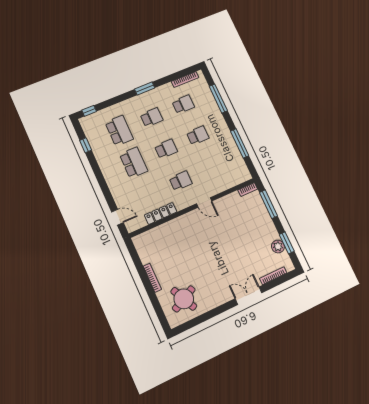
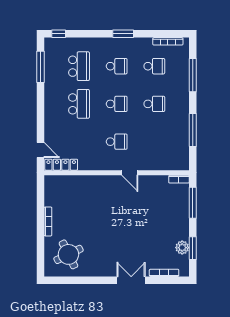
window: (86, 145) -> (41, 67), width x2.17
locker: (161, 213) -> (61, 165), moved

